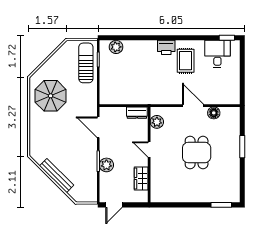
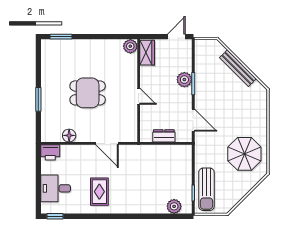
printer: (166, 47) -> (50, 152), moved, turned 180
desk: (217, 54) -> (56, 188), moved, turned 90
door: (193, 106) -> (107, 143), moved
dresser: (137, 113) -> (164, 136), moved
plant: (157, 122) -> (130, 46), moved
dining table: (197, 153) -> (88, 93), turned 90
wardrobe: (141, 179) -> (147, 53), moved

